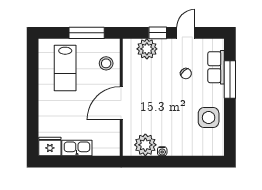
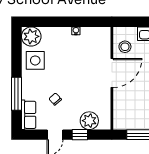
stool: (106, 63) -> (125, 47), moved
row of seats: (216, 67) -> (29, 115), moved
plant: (145, 145) -> (31, 36), moved

